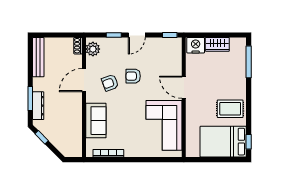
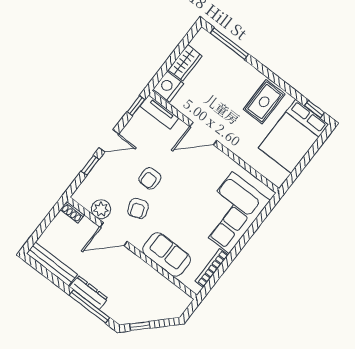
door: (137, 35) -> (109, 141), hinge flipped
plant: (93, 49) -> (101, 209), moved
tv unit: (177, 52) -> (159, 112), added
door: (84, 80) -> (114, 234), hinge flipped
window: (30, 99) -> (89, 306), width x1.44
dresser: (38, 106) -> (89, 293), moved
corner sofa: (164, 125) -> (231, 212), moved, turned 90

